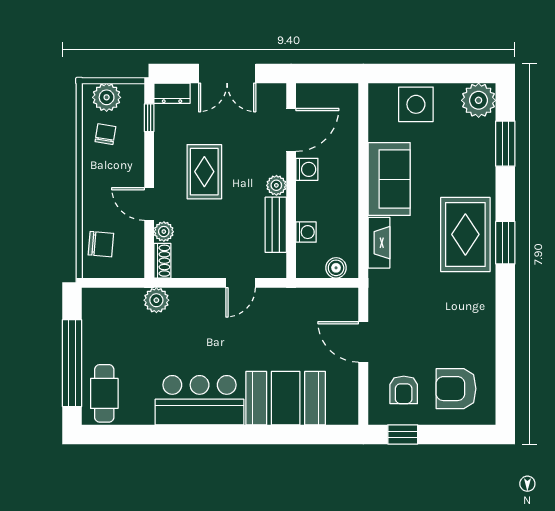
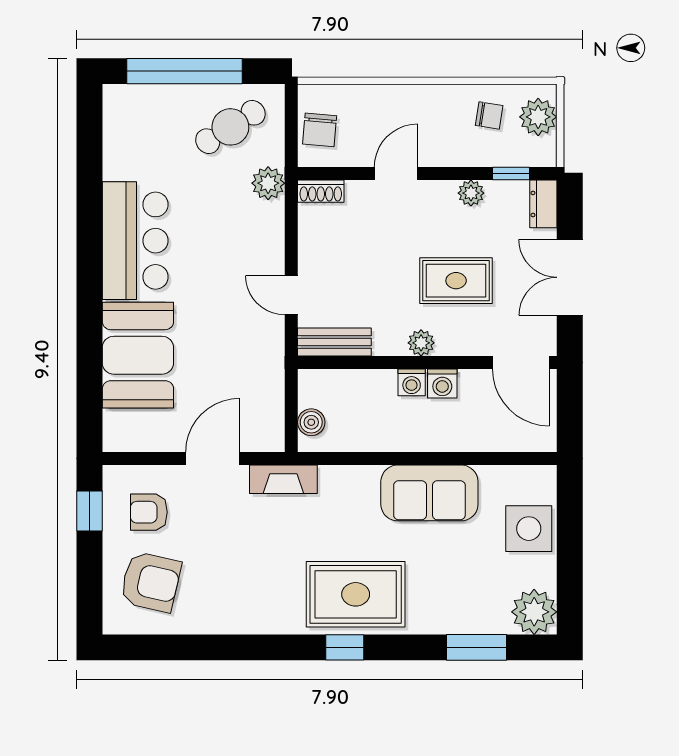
door: (291, 130) -> (521, 362), moved
rug: (204, 172) -> (456, 281), moved
bench: (276, 225) -> (334, 342), moved
plant: (164, 232) -> (471, 193), moved
washing machine: (306, 232) -> (412, 382), moved
fireplace: (379, 243) -> (283, 479), moved
window: (505, 243) -> (345, 647), width x0.67
chair: (101, 244) -> (320, 130), moved
armchair: (456, 389) -> (151, 582), turned 103
cafe table: (104, 393) -> (230, 127), moved, turned -32

